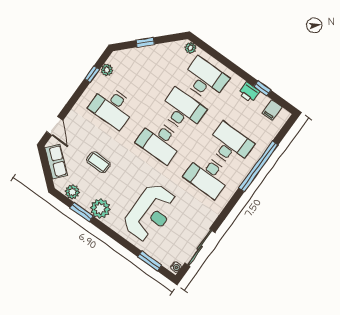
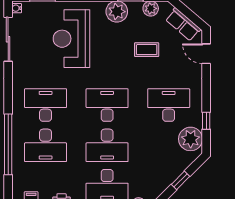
plant: (107, 70) -> (191, 139), width x1.87, depth x1.87

